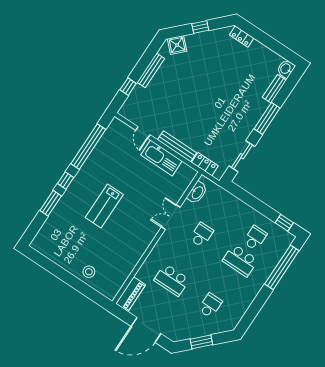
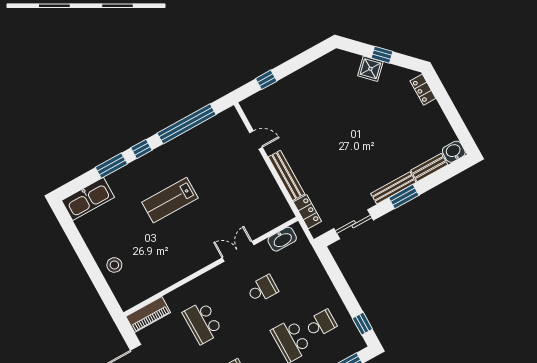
shower: (177, 45) -> (370, 69), moved
bench: (151, 70) -> (393, 188), moved
window: (267, 118) -> (404, 197), width x0.69
door: (143, 132) -> (256, 140), swing flipped
kitchen sink: (161, 158) -> (88, 199), moved, turned -90

